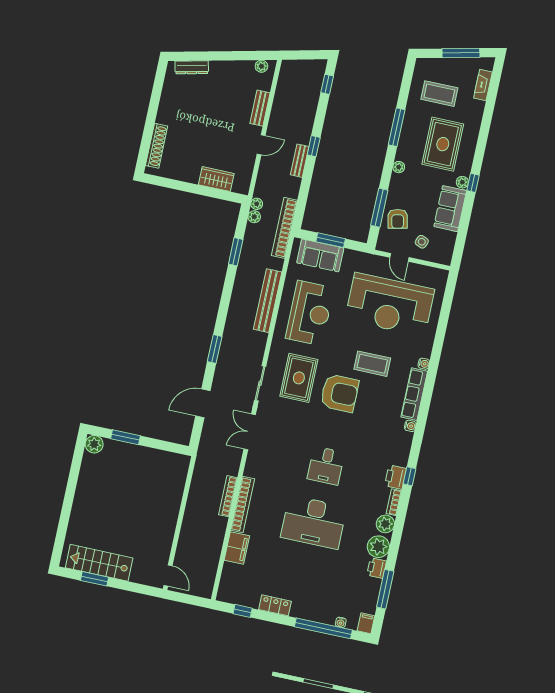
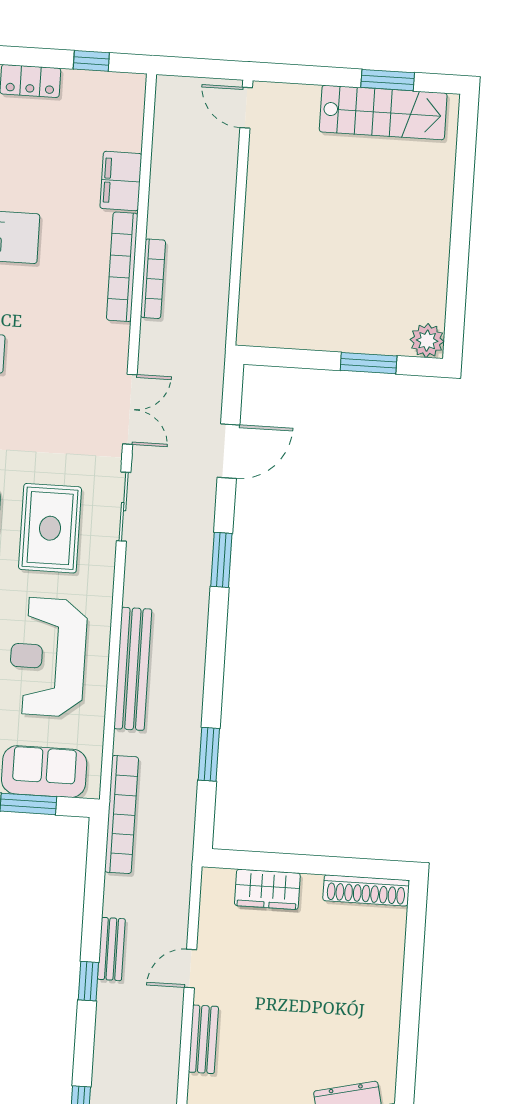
shoe rack: (157, 146) -> (366, 890), moved, turned -90
plant: (257, 204) -> (182, 853), removed
plant: (254, 217) -> (183, 827), removed

